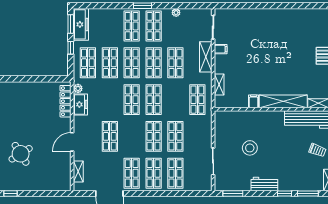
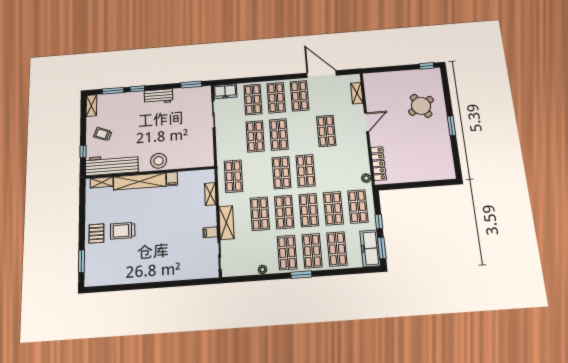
shop shelf: (110, 26) -> (337, 249), added
trolley: (299, 56) -> (123, 231), added
freezer: (80, 104) -> (225, 91), moved, turned -90
stool: (250, 148) -> (159, 161), moved

